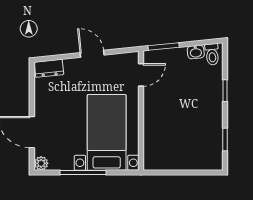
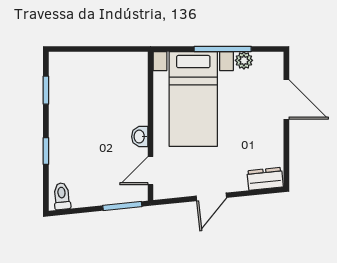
washbasin: (196, 52) -> (140, 137), moved, turned -84
door: (92, 54) -> (211, 197), hinge flipped
plant: (41, 163) -> (244, 60), moved

